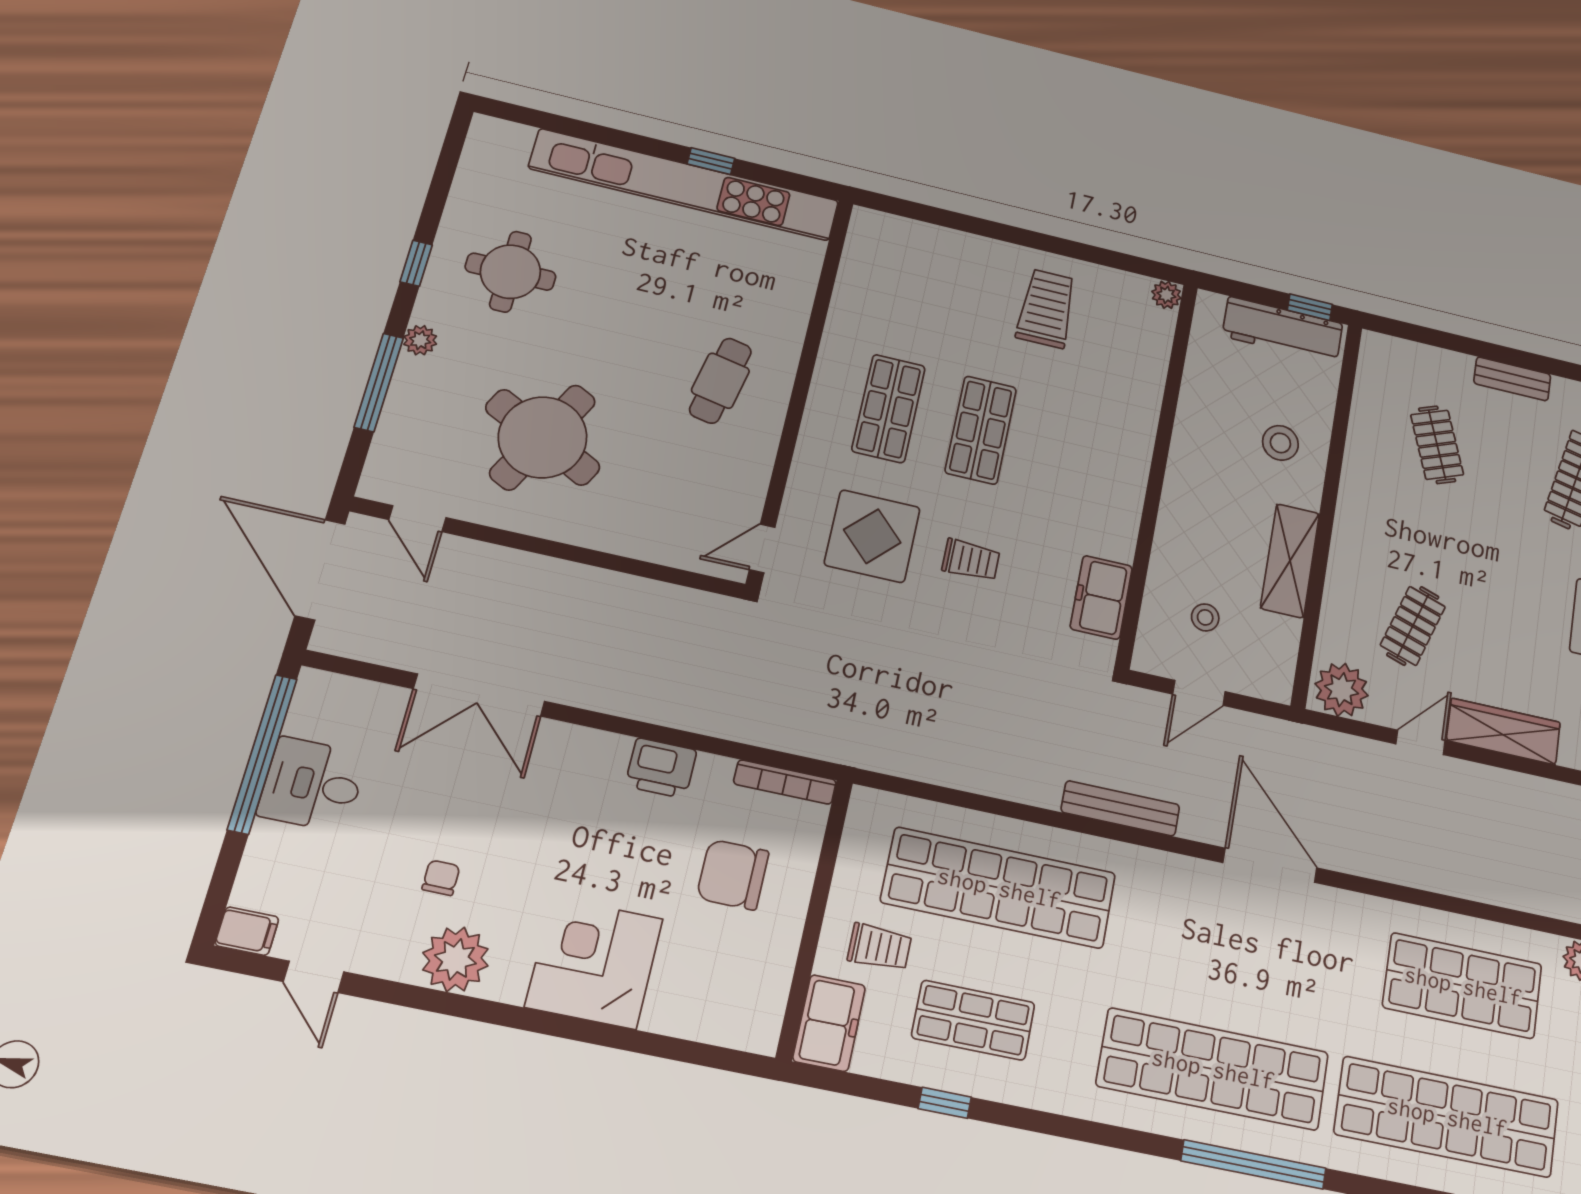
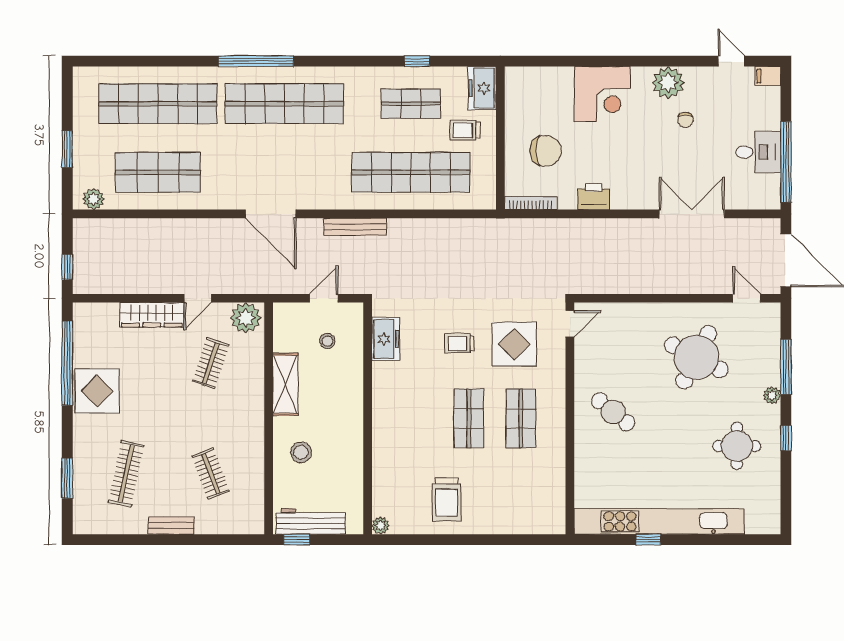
cafe table: (720, 381) -> (613, 412), turned -62

